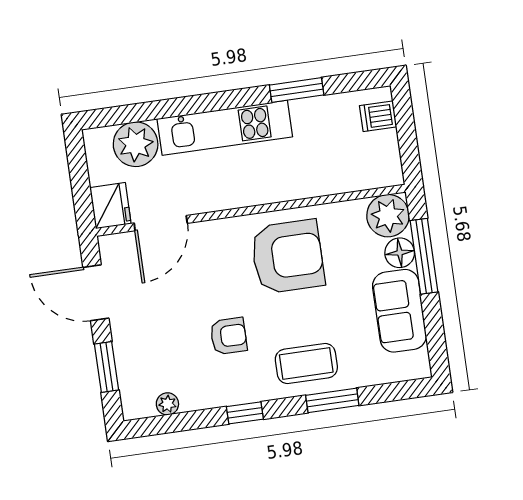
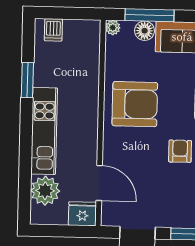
plant: (388, 216) -> (113, 28), width x0.53, depth x0.53
armchair: (288, 257) -> (135, 104), turned 90

